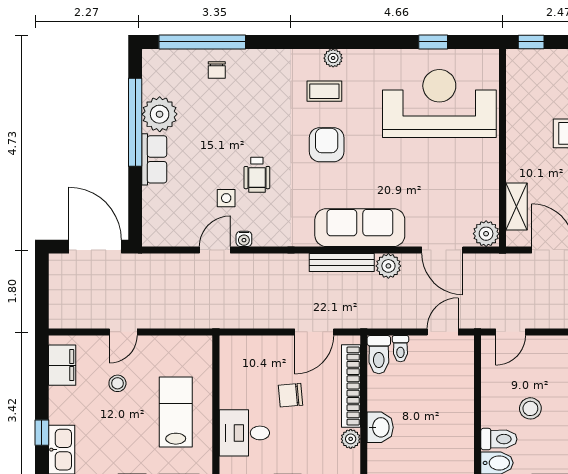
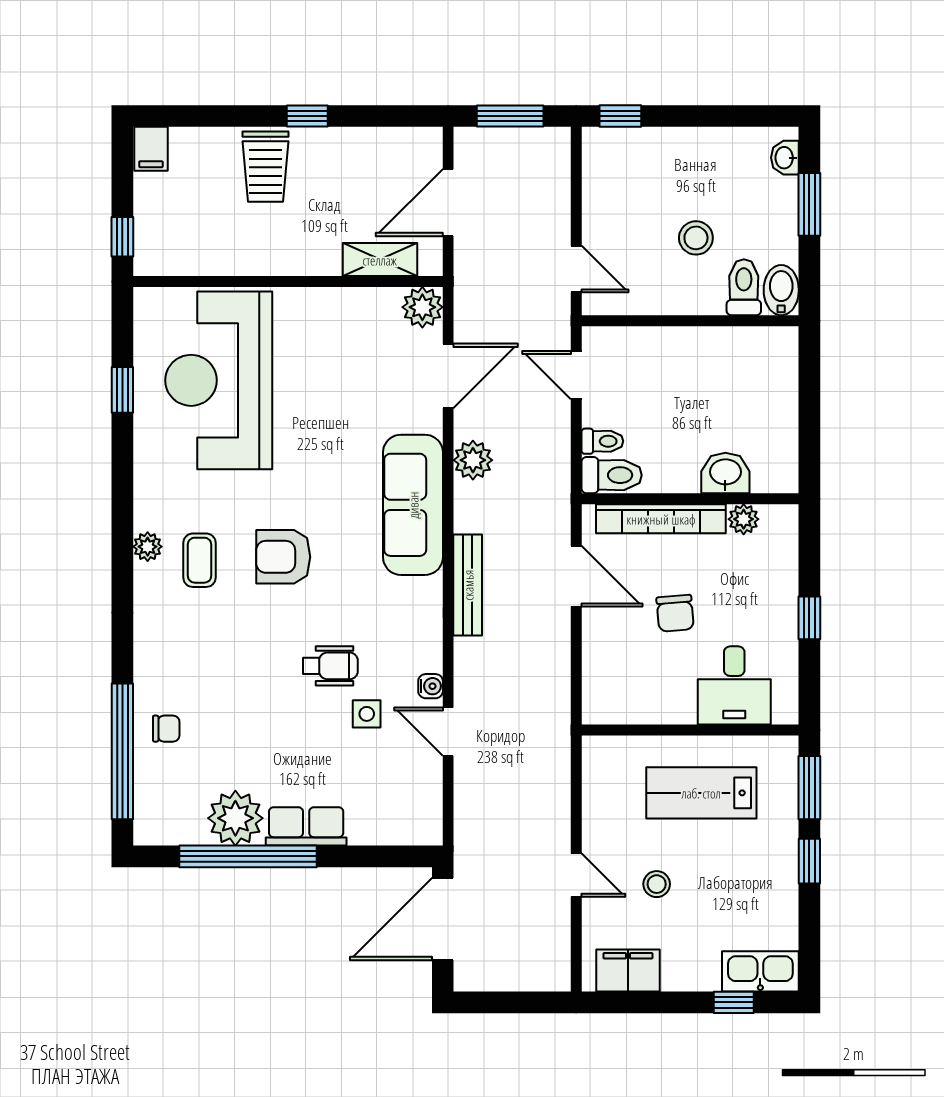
bench: (342, 263) -> (468, 585), moved

